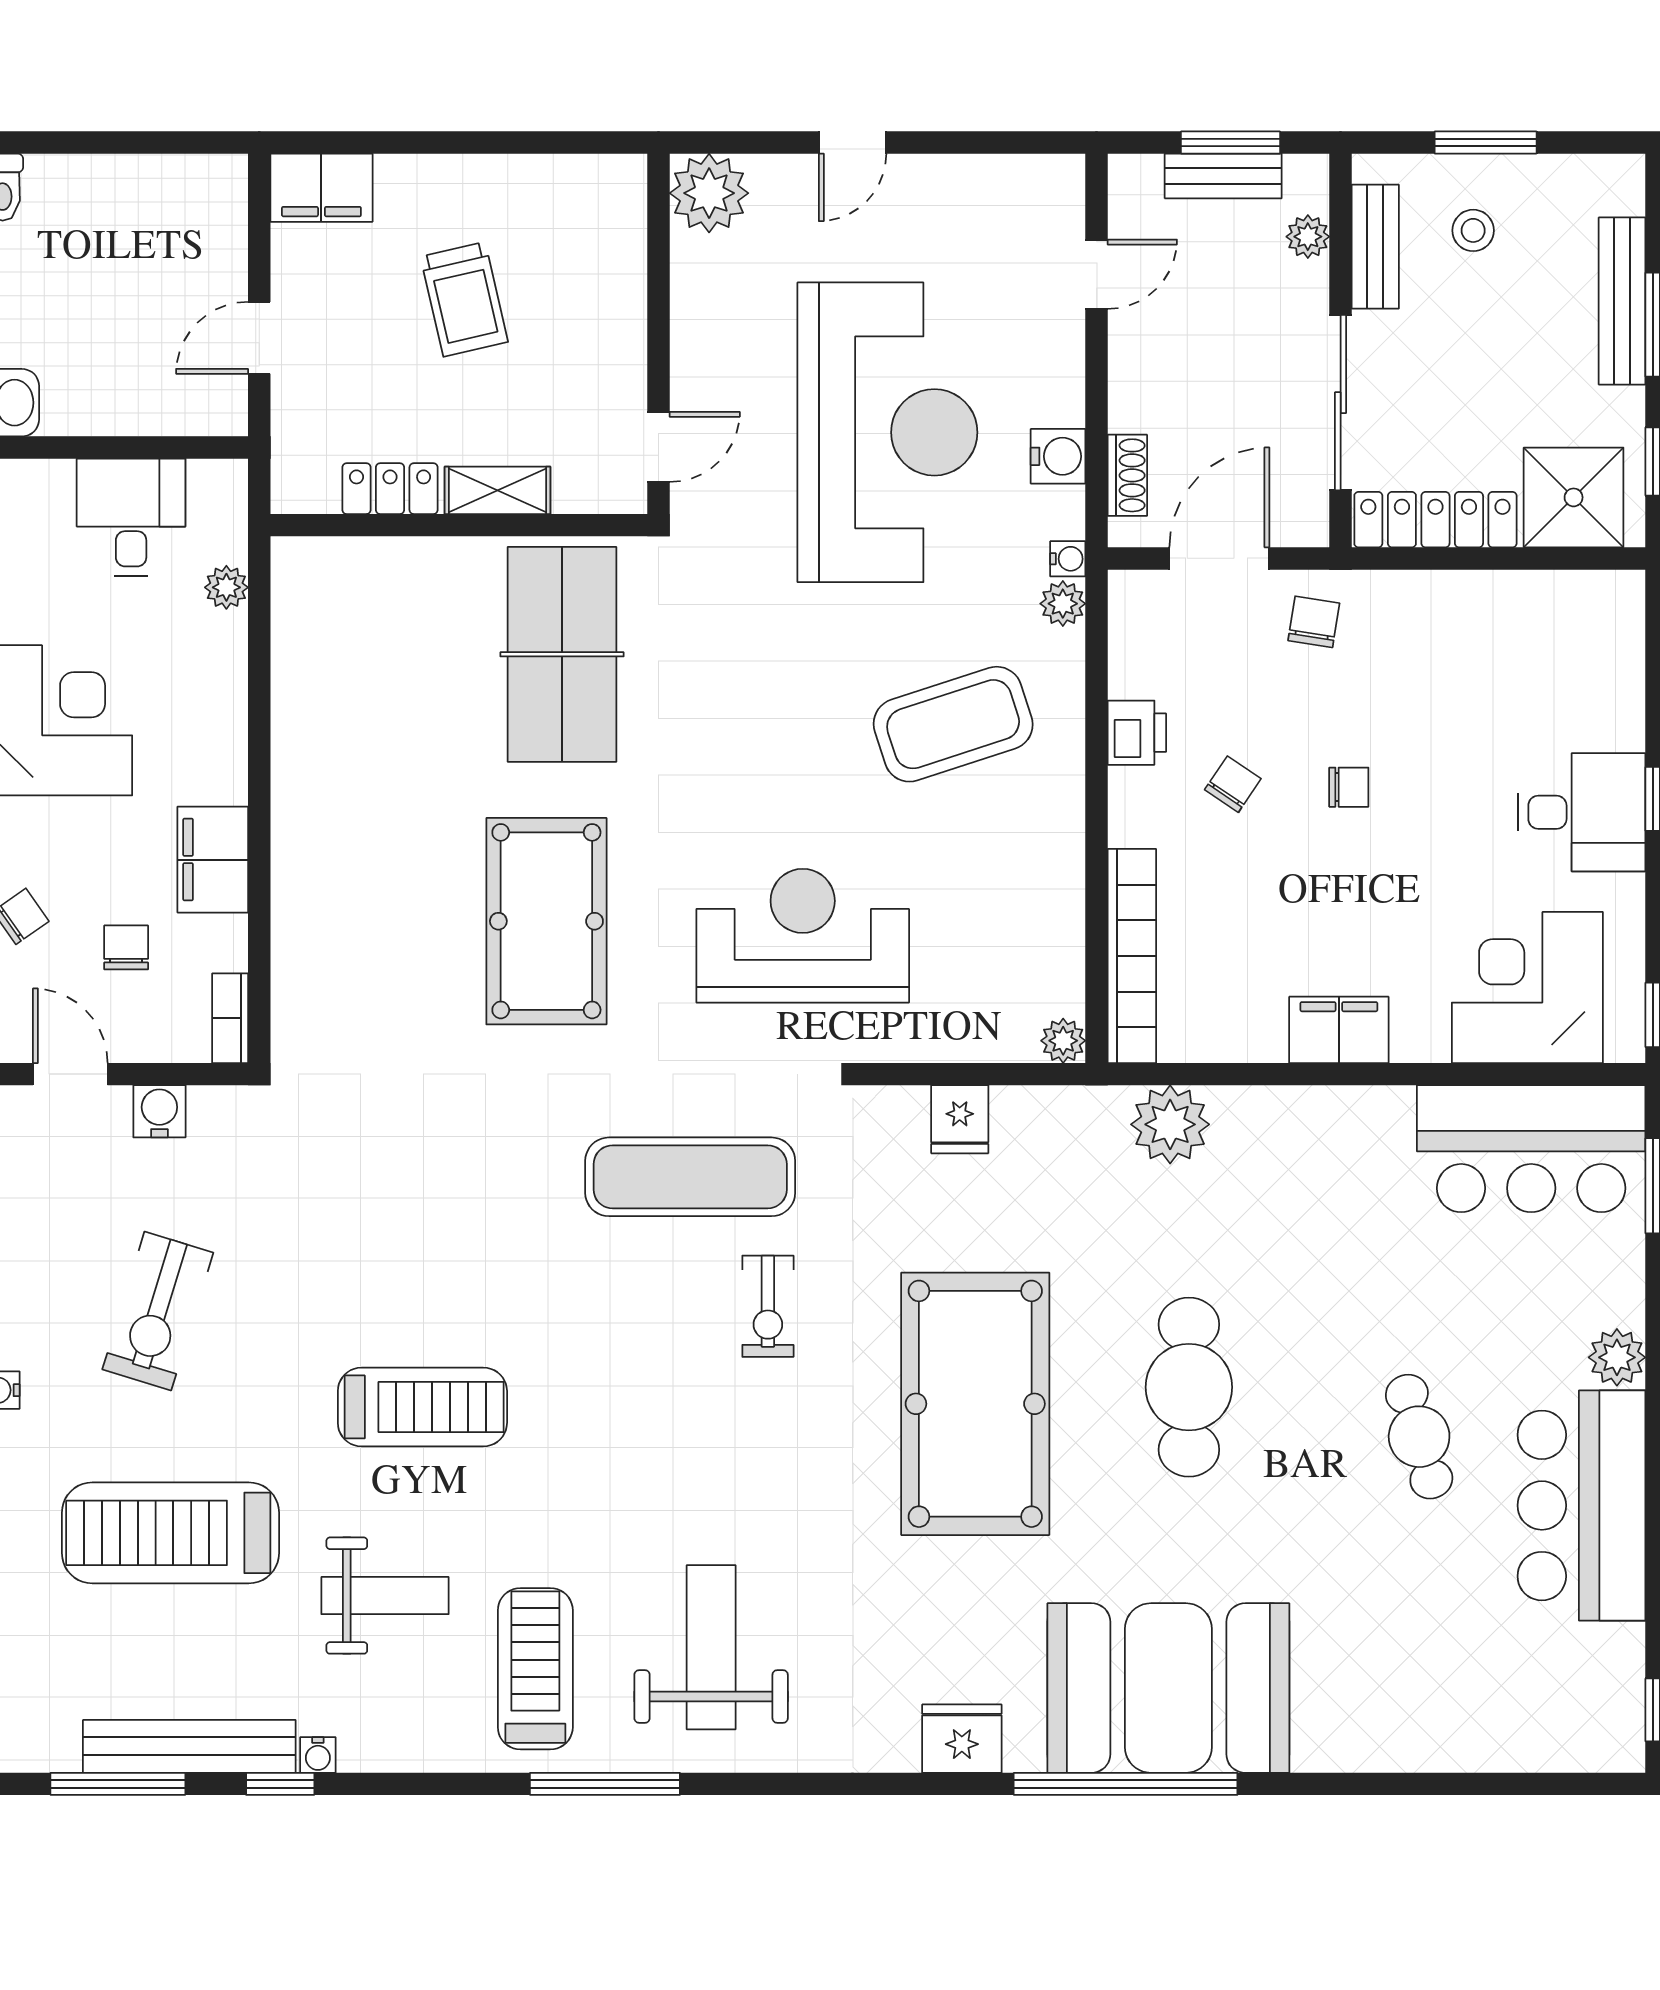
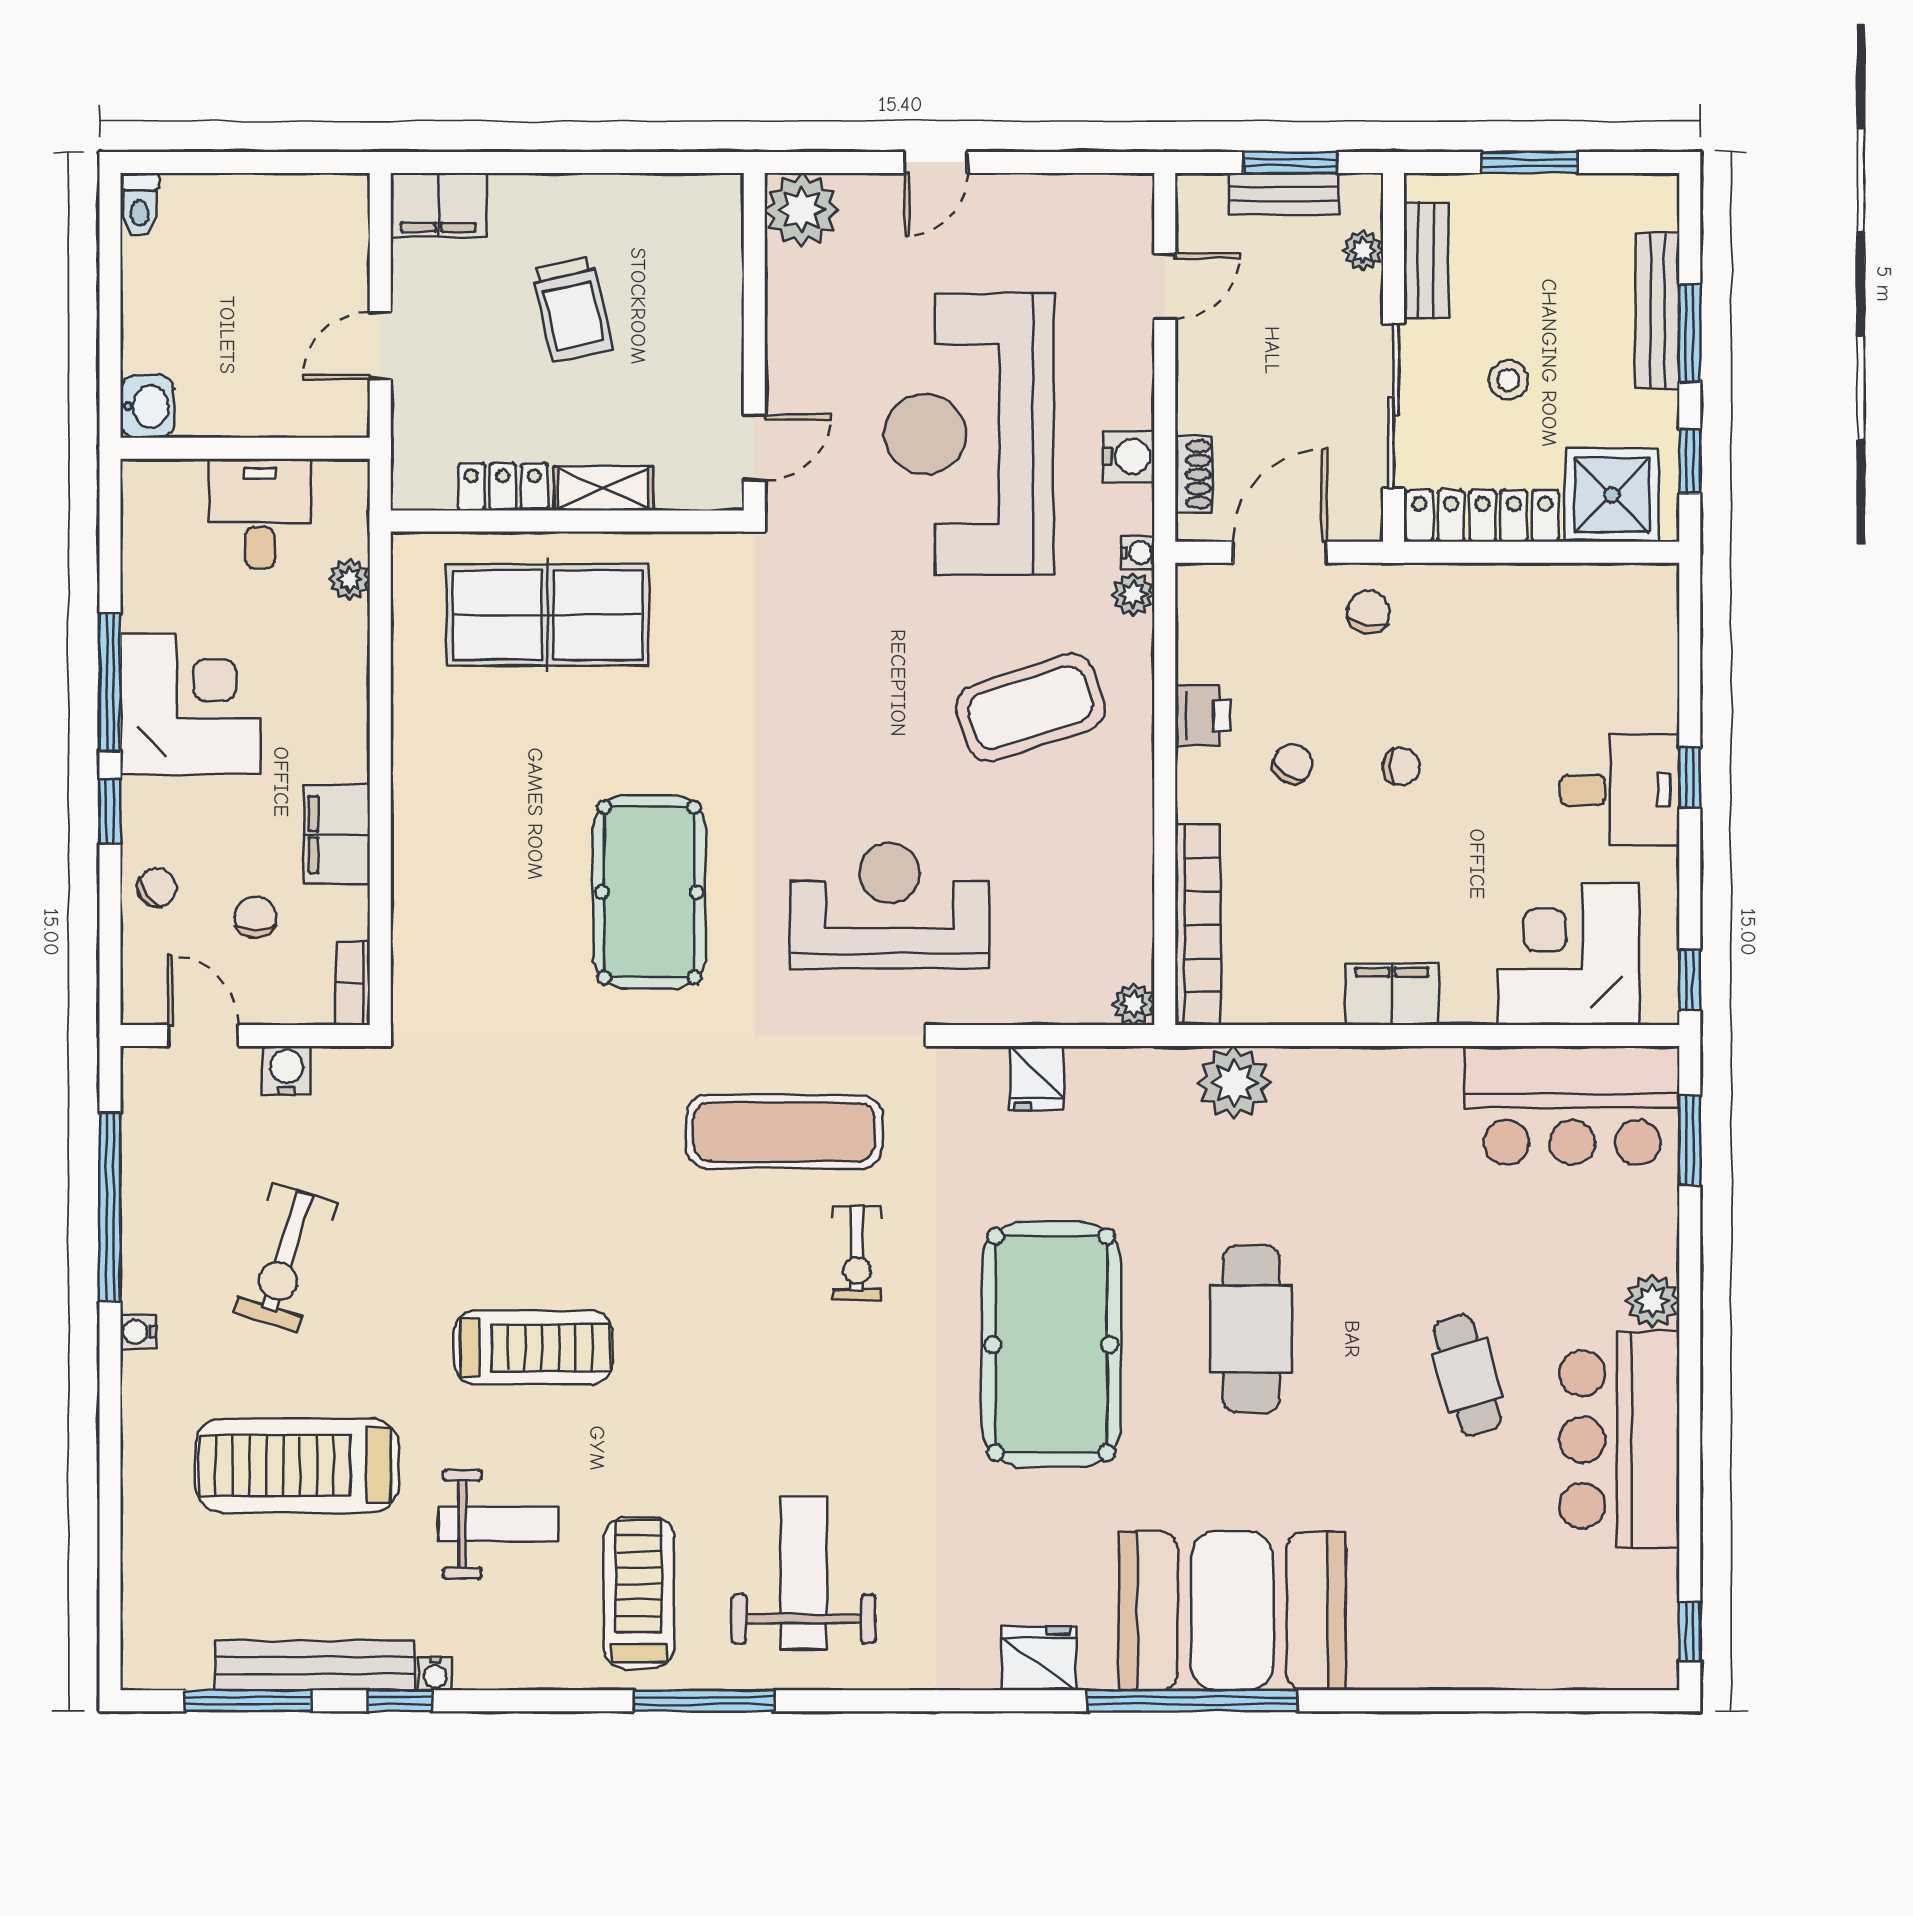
stool: (1473, 230) -> (1508, 380), moved
reception desk: (887, 432) -> (969, 434), turned 180
table tennis table: (562, 654) -> (547, 615), moved, turned 90

